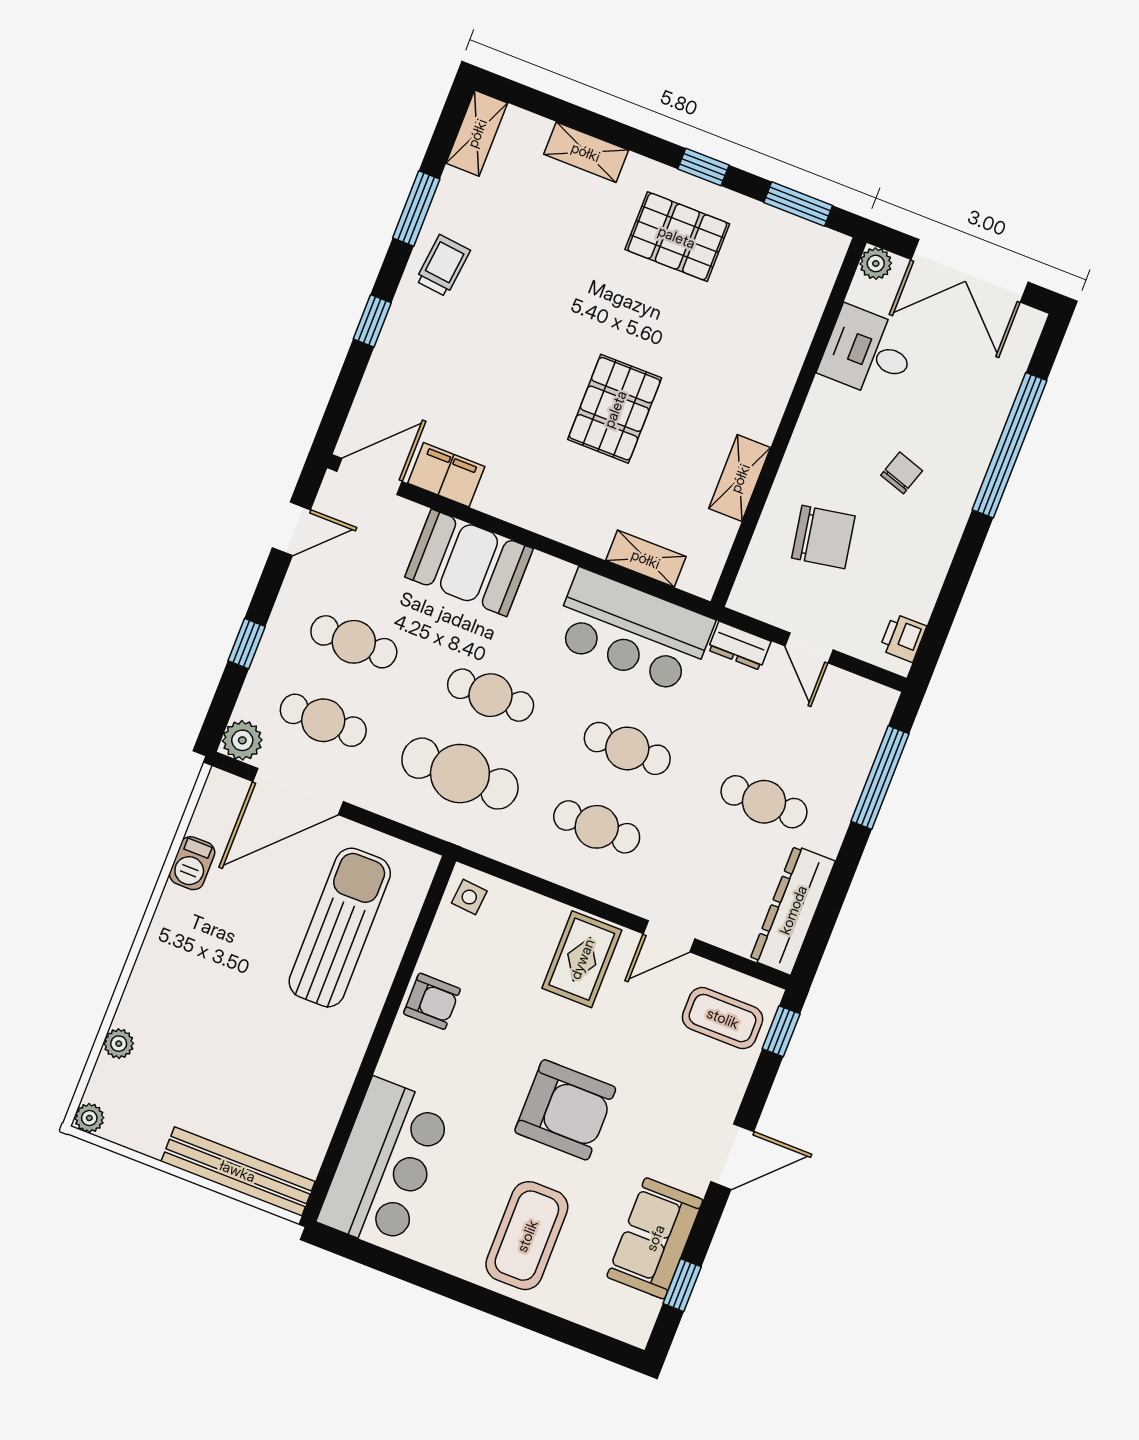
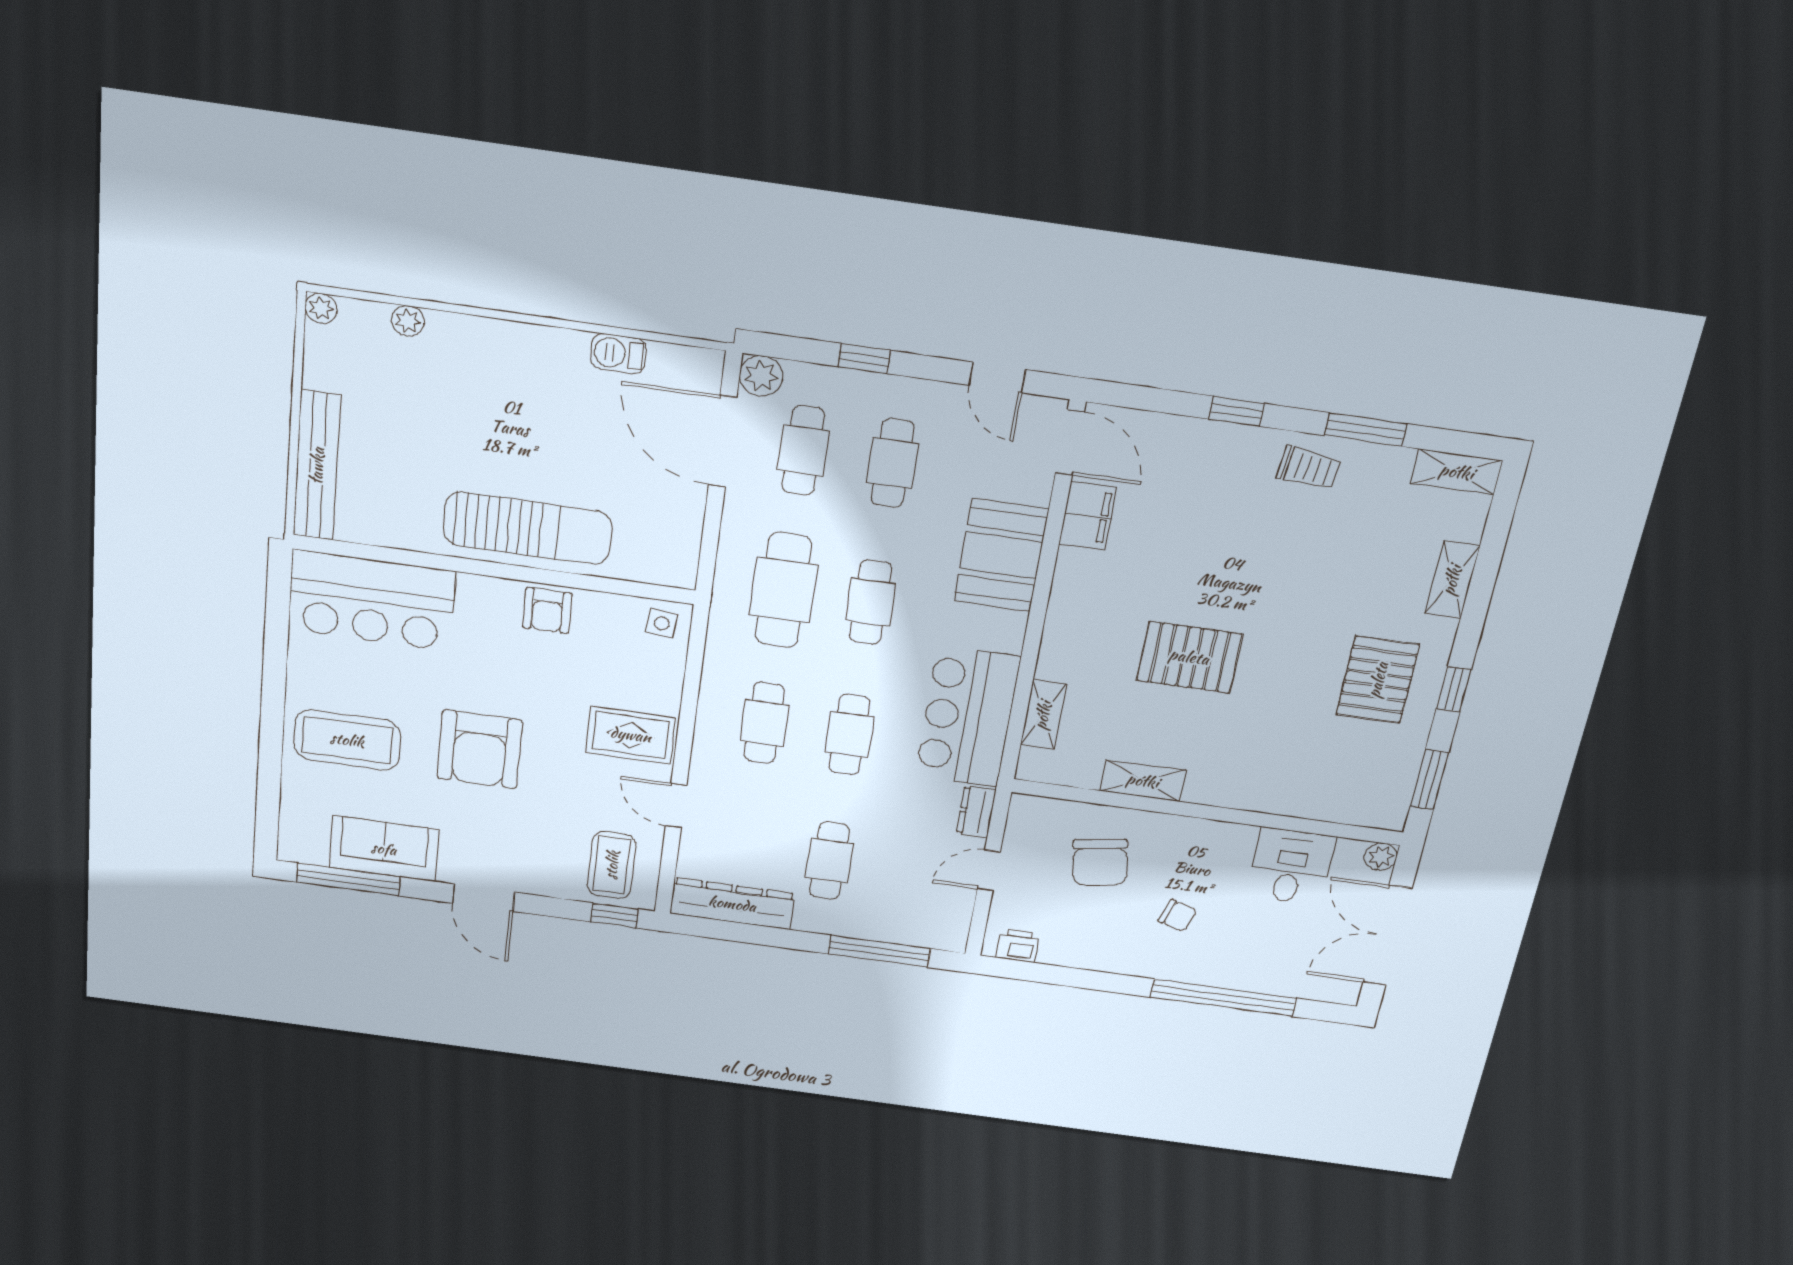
sun lounger: (340, 927) -> (528, 528), moved
window: (682, 1285) -> (348, 879), width x2.17

